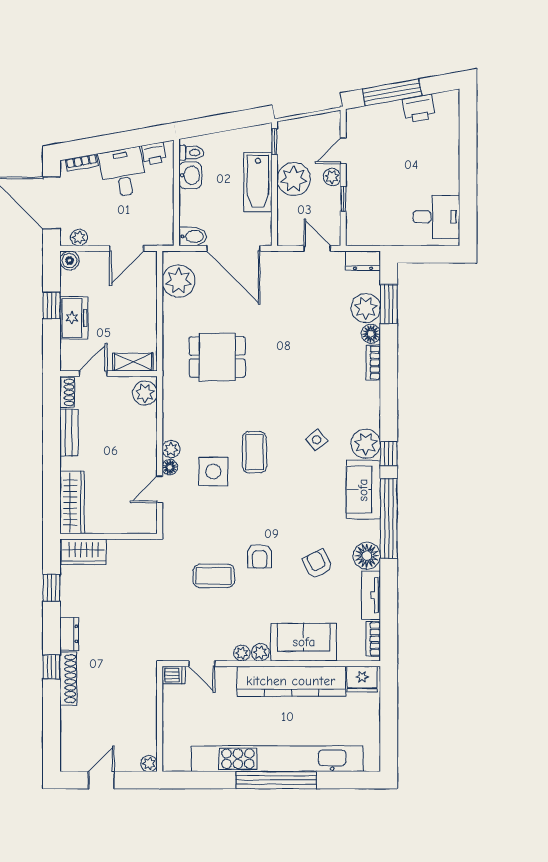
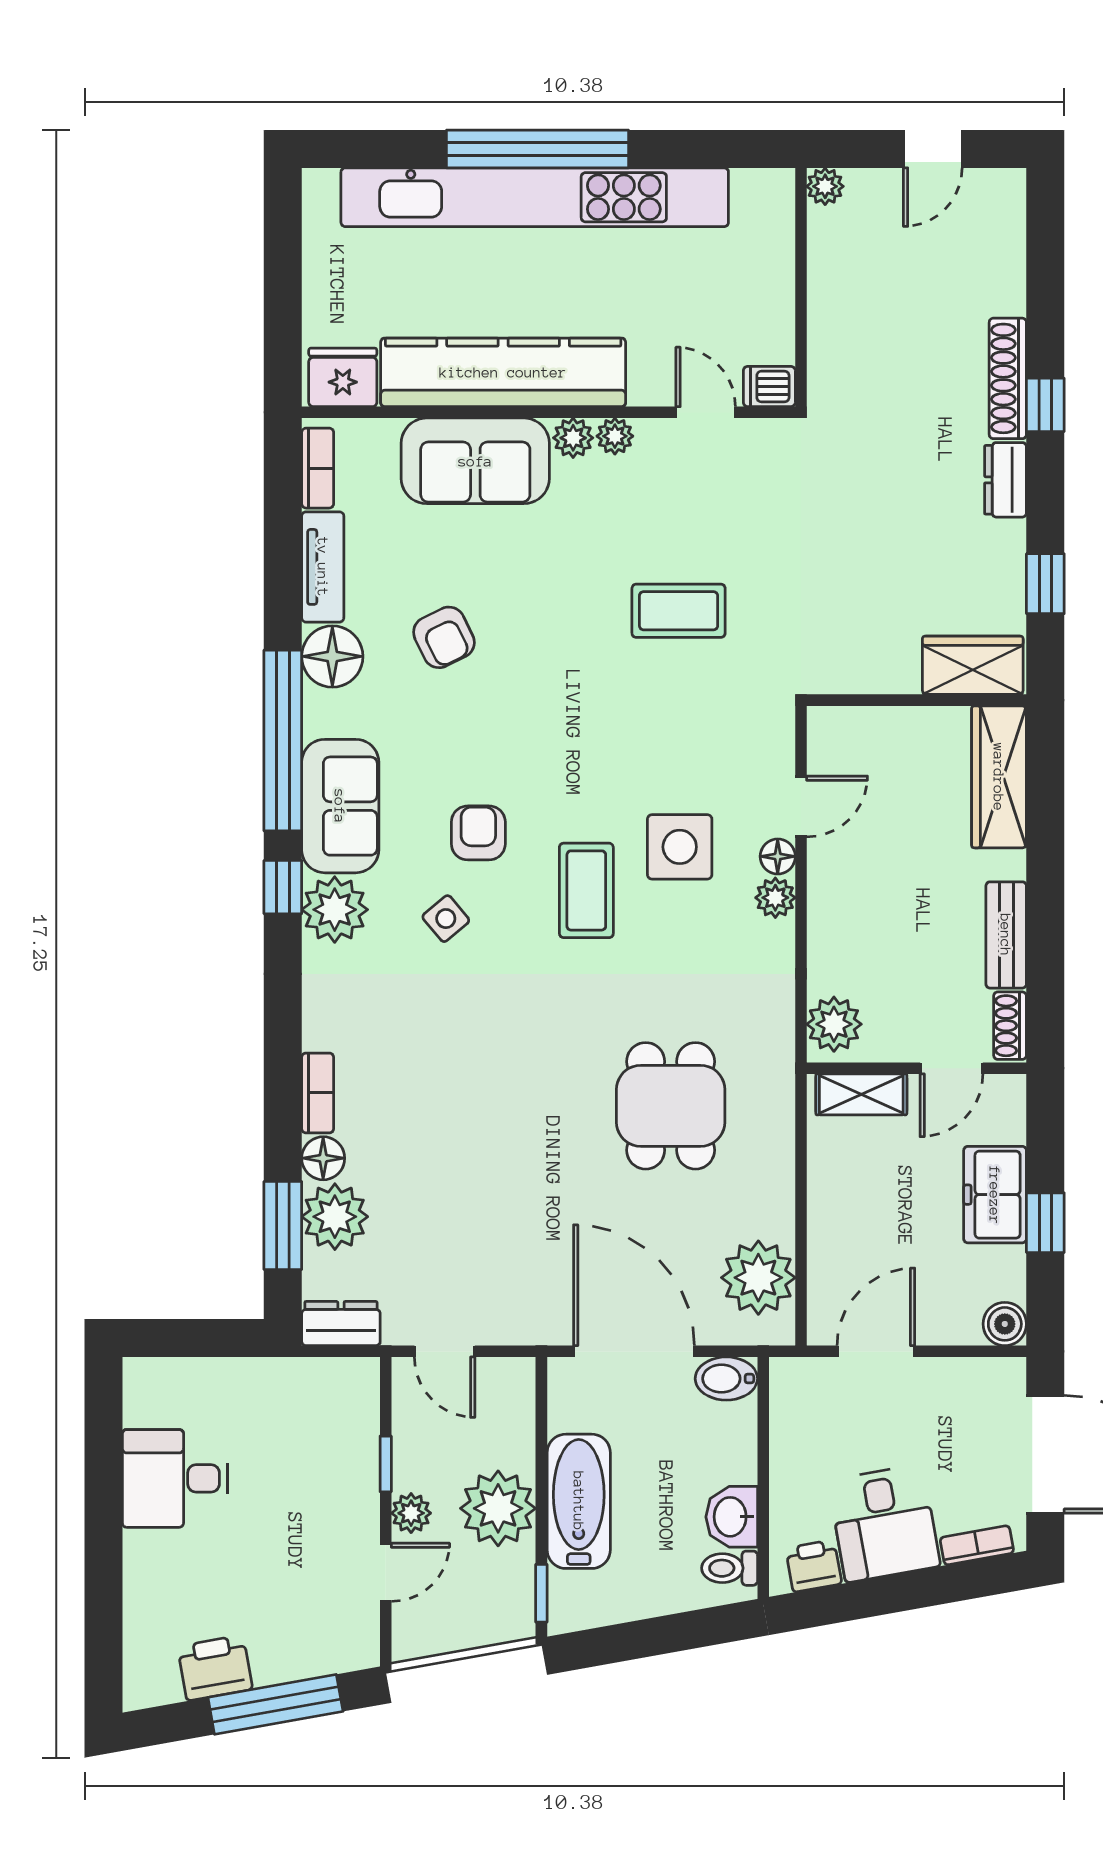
desk: (436, 217) -> (175, 1478), moved
plant: (79, 237) -> (983, 1376), removed
dining table: (217, 357) -> (671, 1106), turned 90
armchair: (260, 556) -> (478, 833), moved

